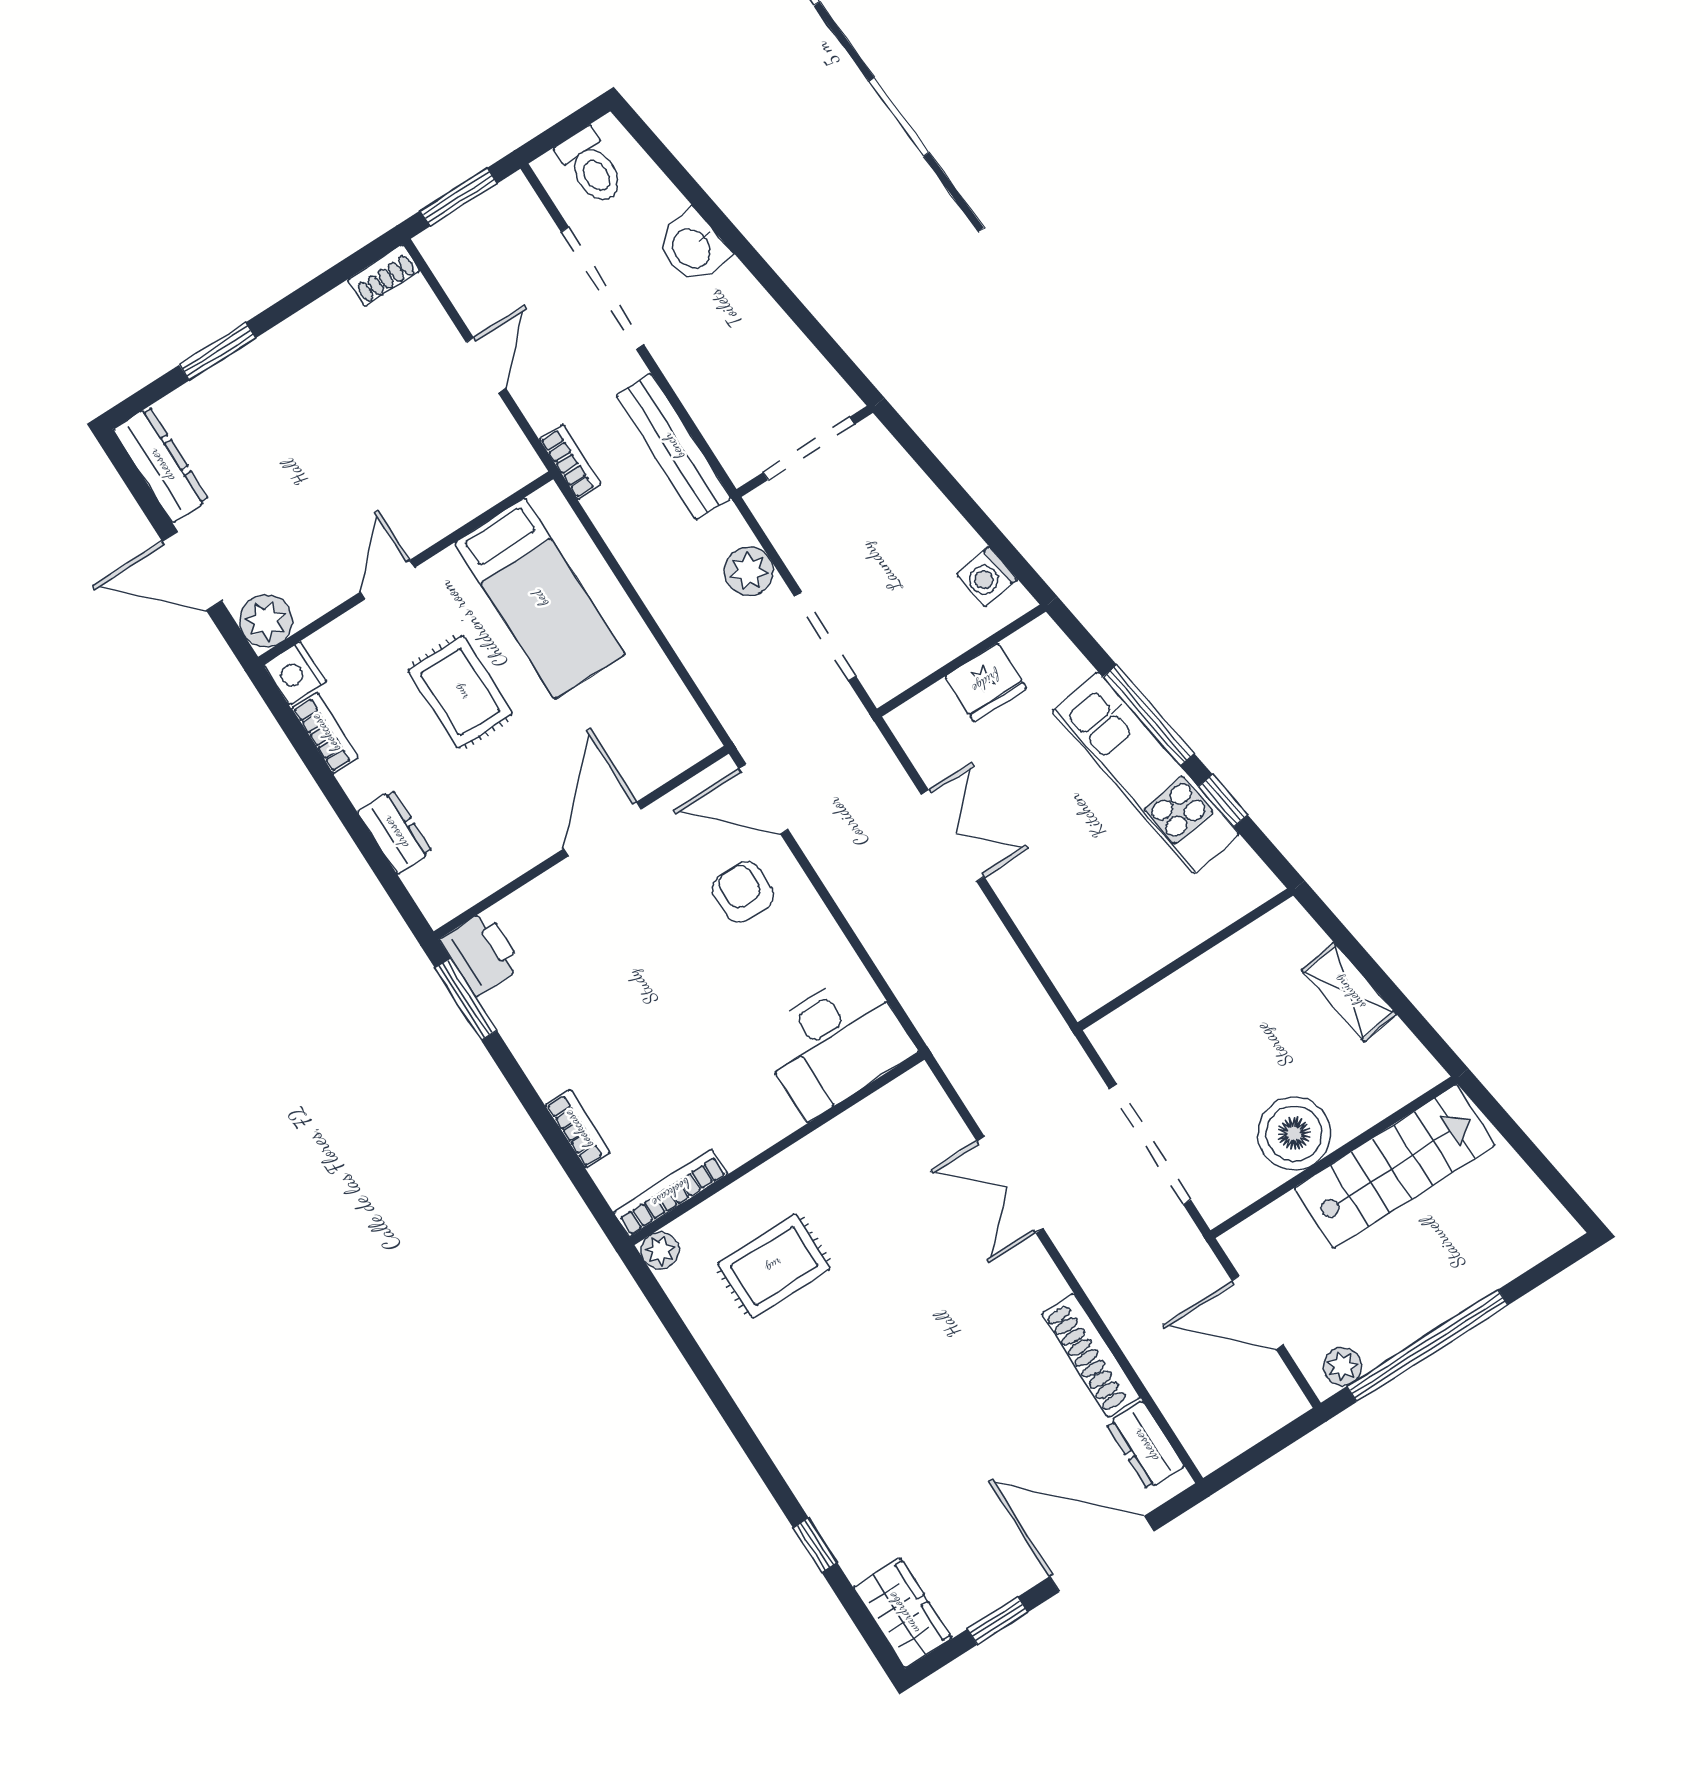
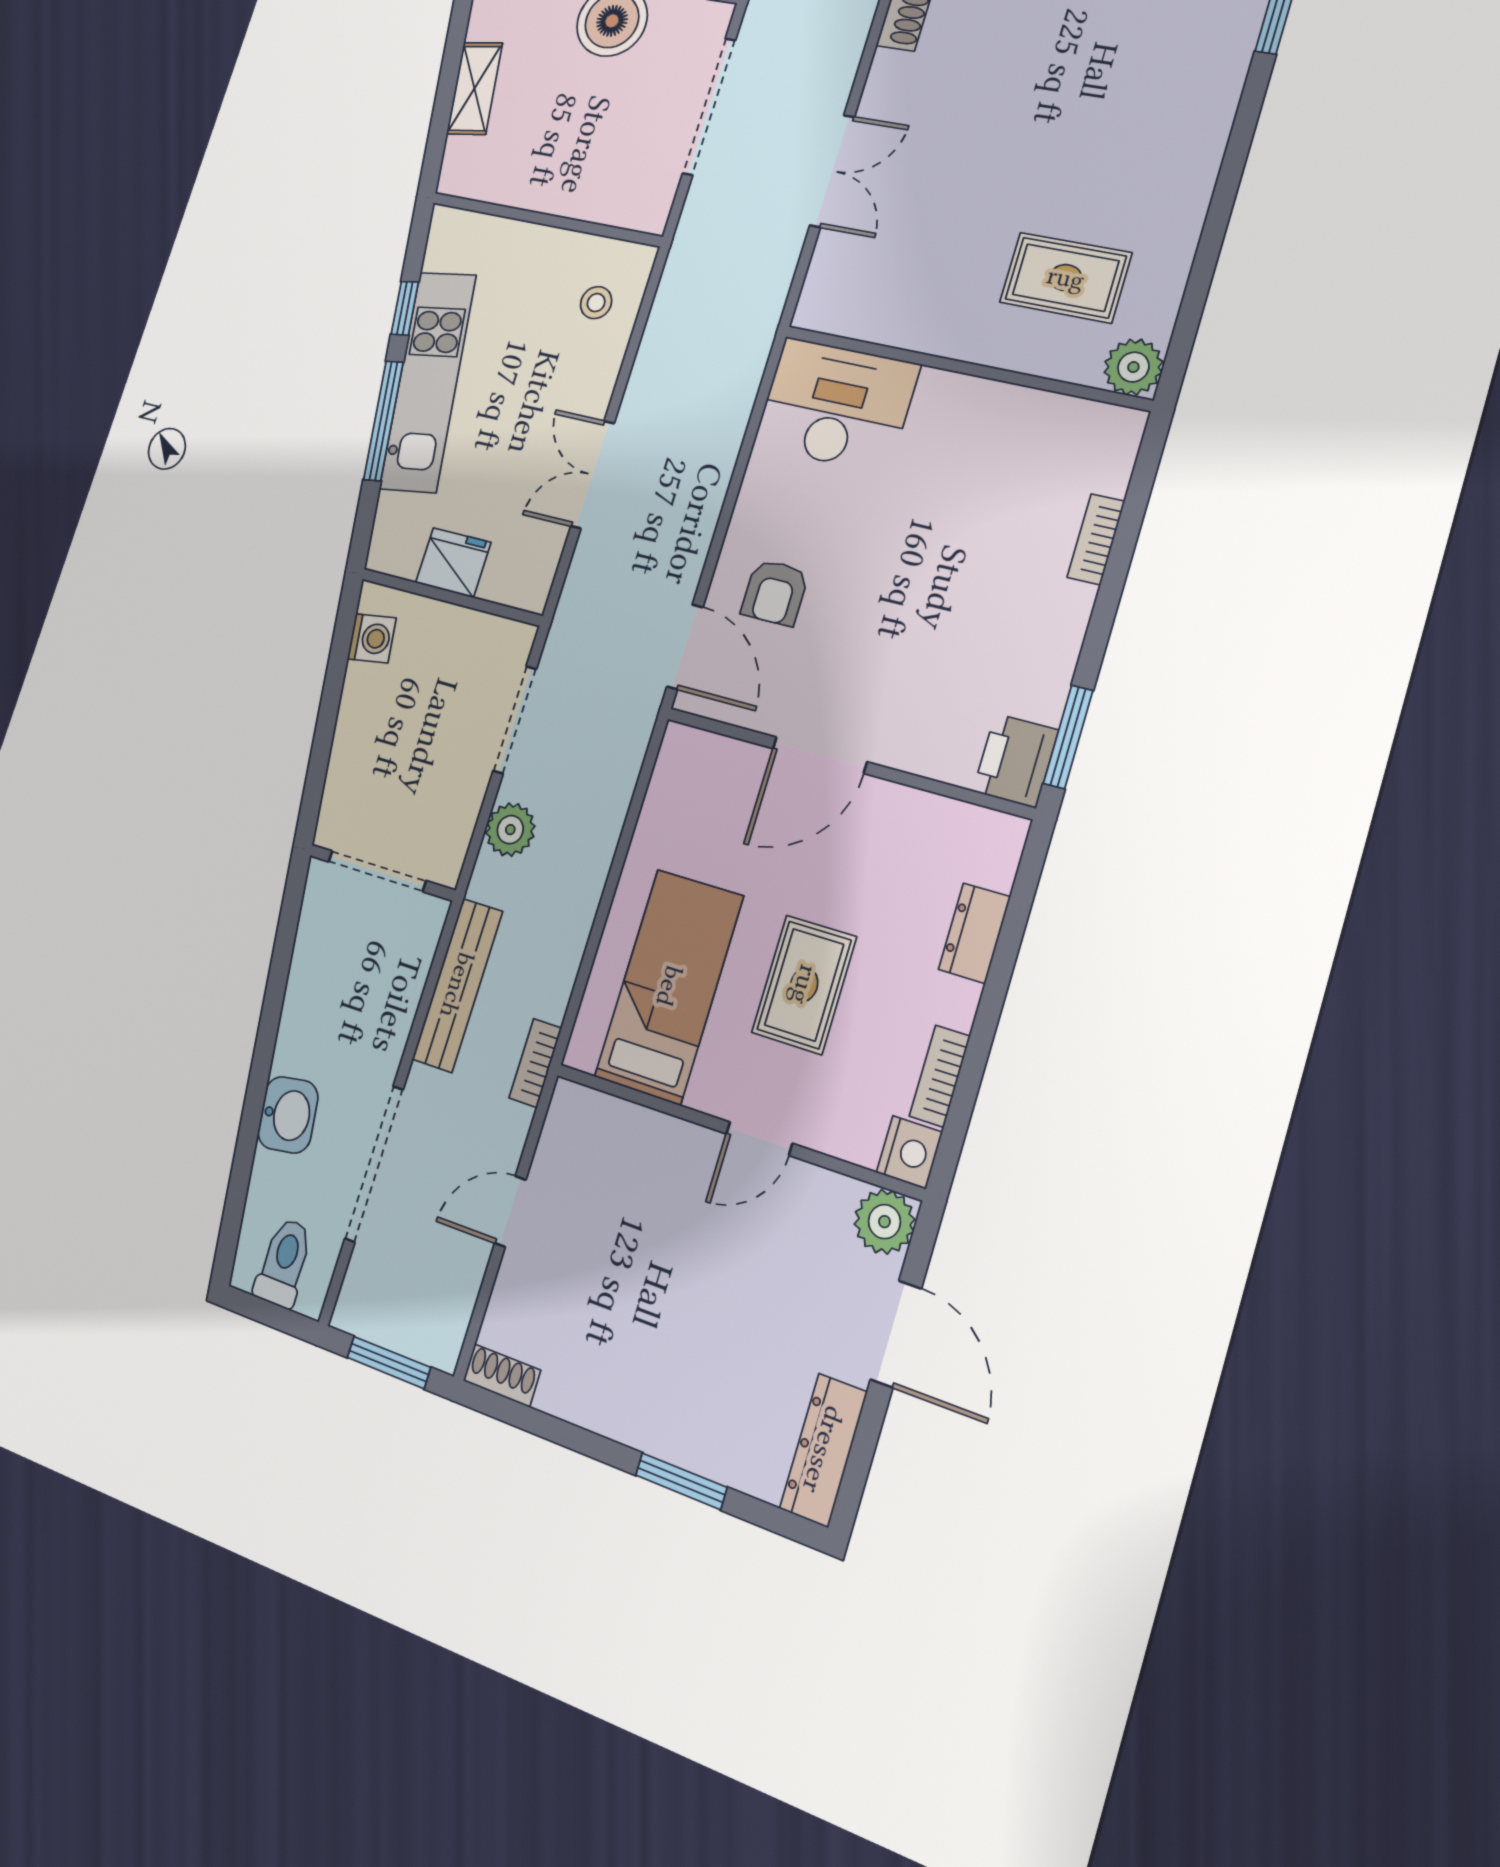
stool: (1081, 943) -> (596, 303), added
bookcase: (671, 1193) -> (1081, 414), removed
plant: (660, 1251) -> (1133, 367), width x1.38, depth x1.38

